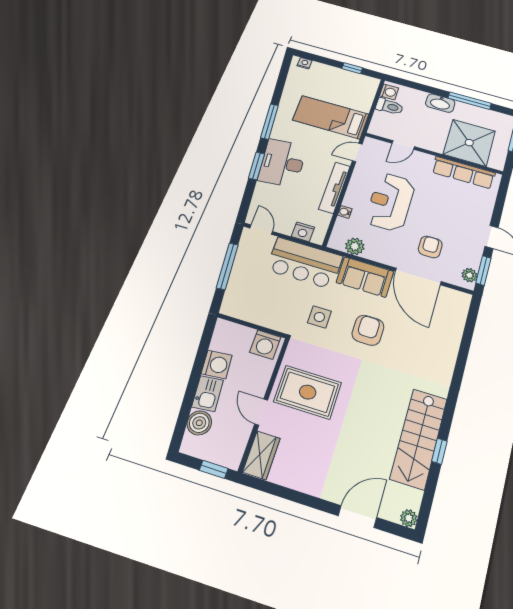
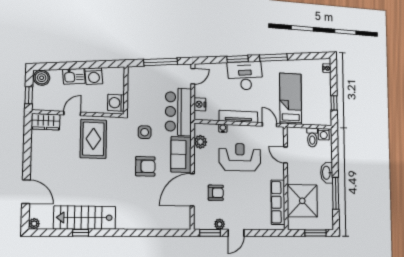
plant: (469, 275) -> (220, 224), moved
boiler: (199, 423) -> (42, 78), moved

